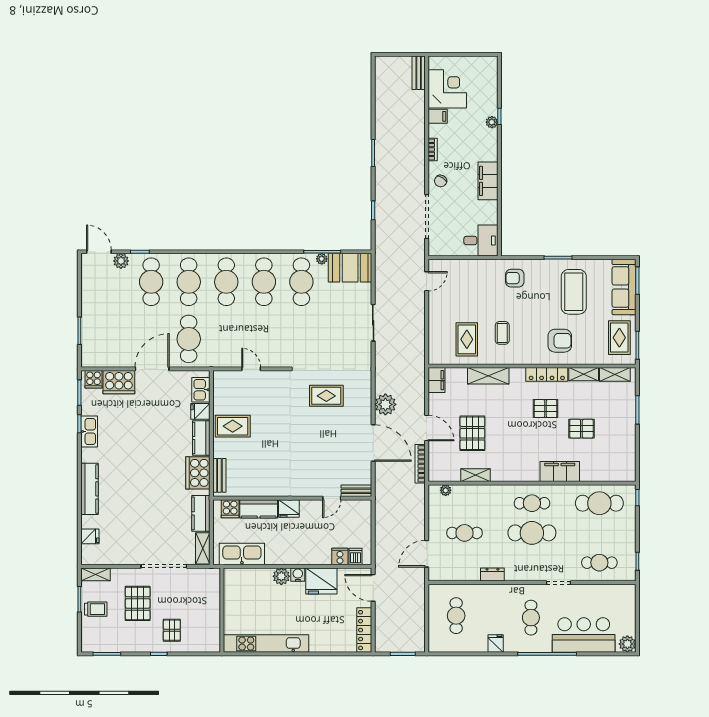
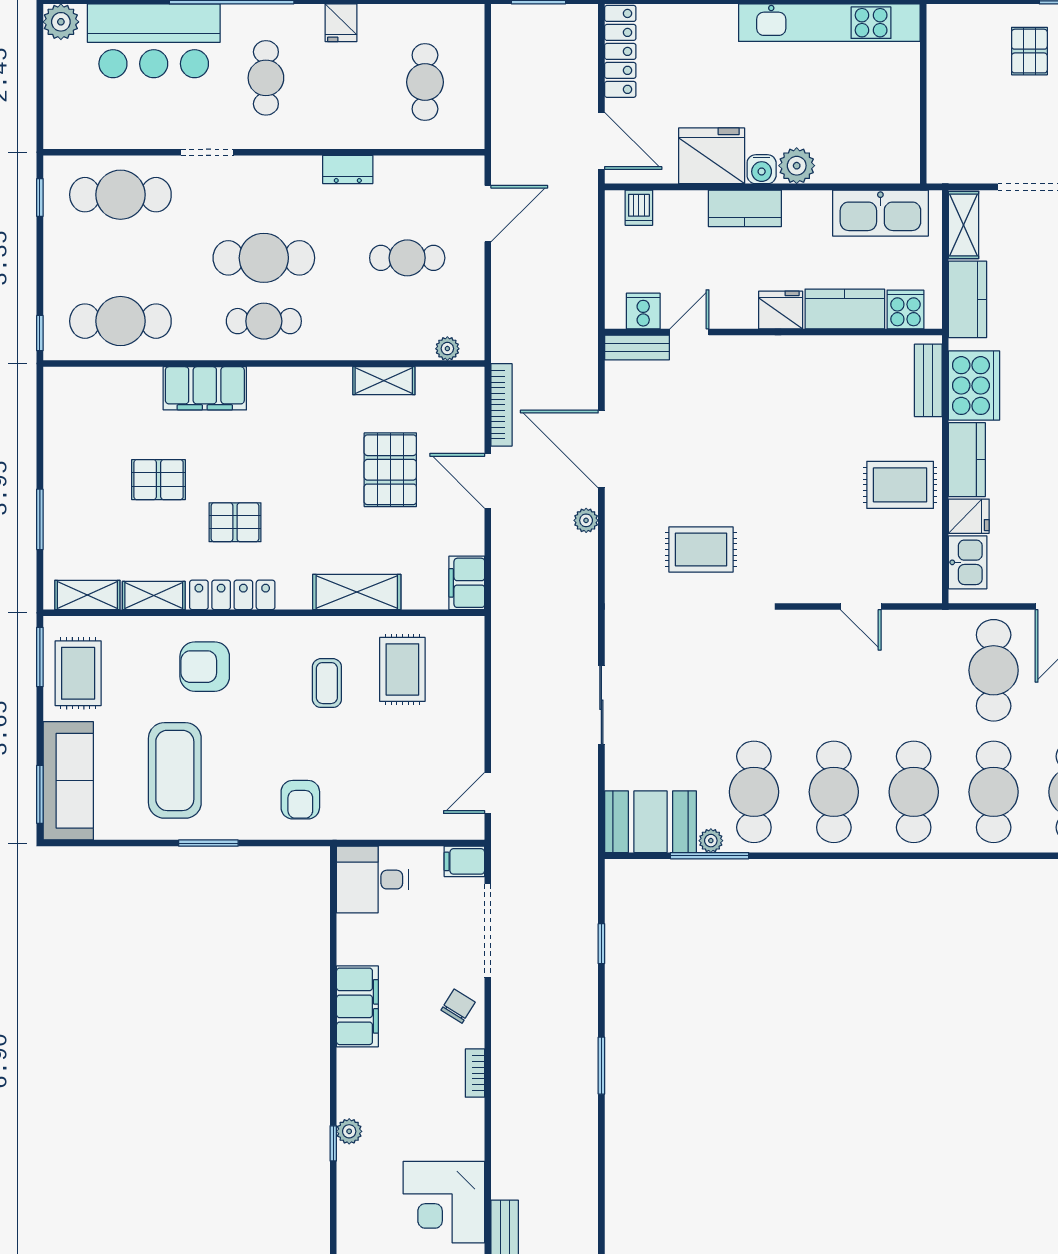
filing cabinet: (438, 116) -> (464, 861), moved
armchair: (515, 278) -> (300, 800), turned 90
plant: (385, 404) -> (586, 520), width x0.53, depth x0.53
kitchen counter: (306, 556) -> (745, 208), added
cooker: (340, 556) -> (643, 311), moved, turned 180
cafe table: (599, 563) -> (120, 195), width x1.37, depth x1.35

